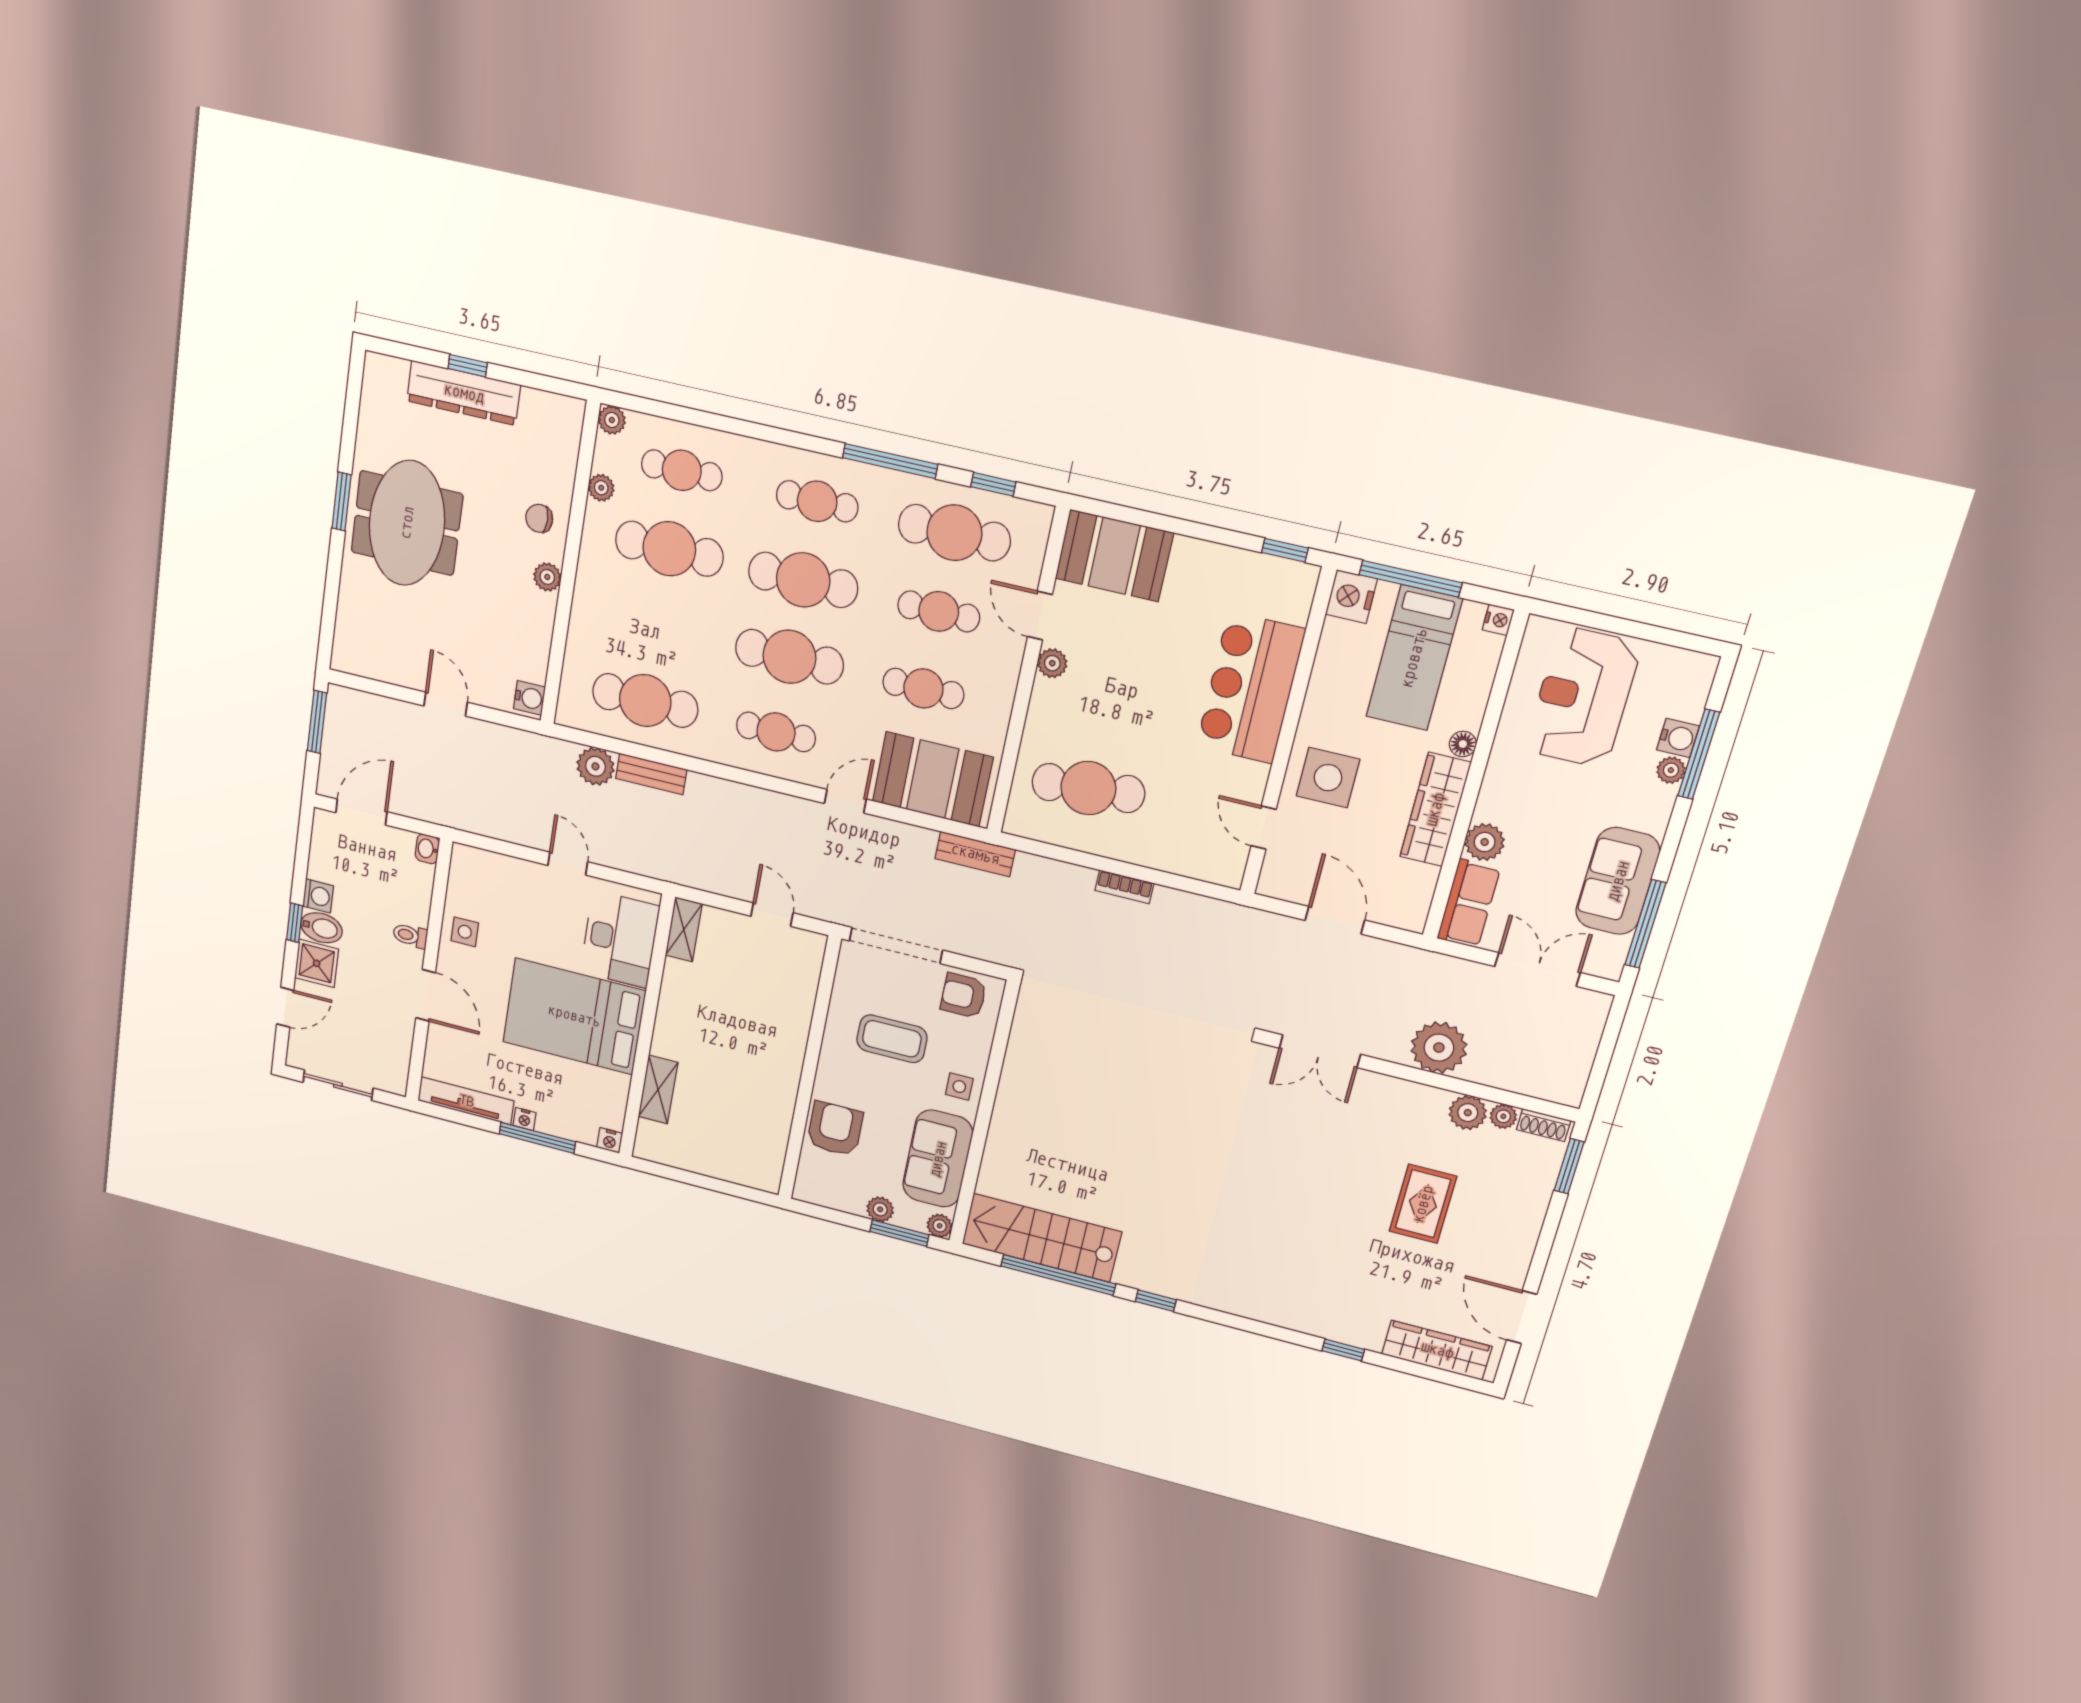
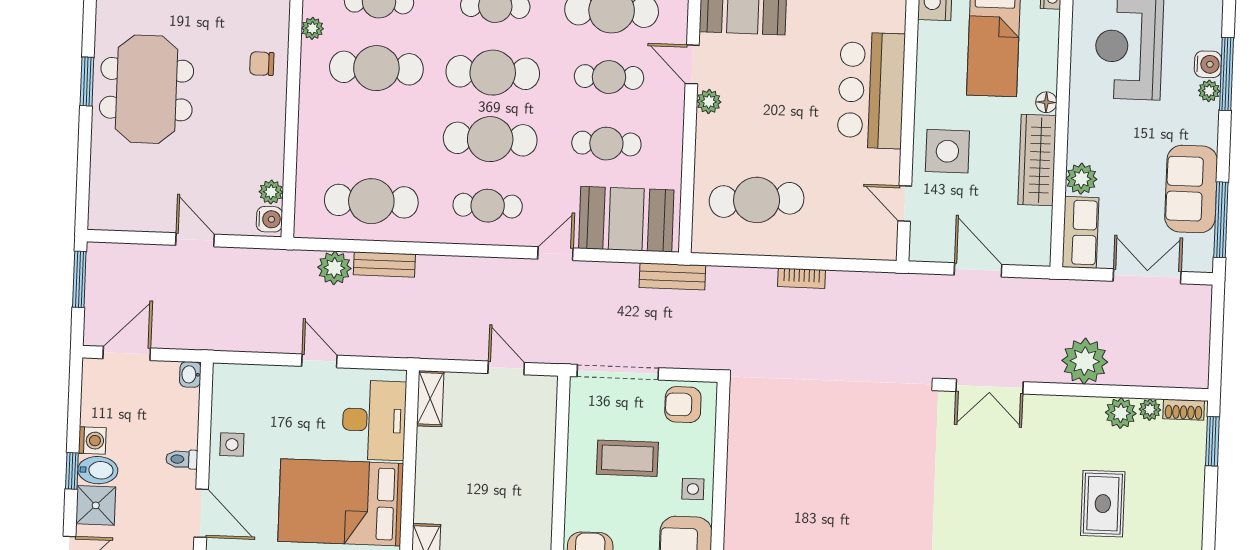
plant: (547, 577) -> (271, 192), moved

